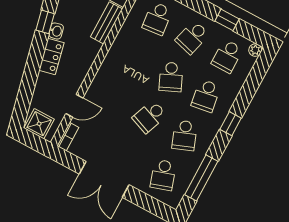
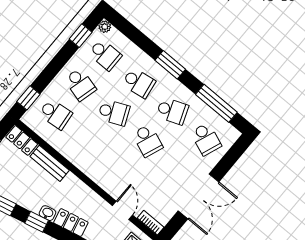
window: (227, 20) -> (81, 36), moved
window: (231, 124) -> (170, 65), width x1.50
school desk: (163, 175) -> (206, 139), turned 39

